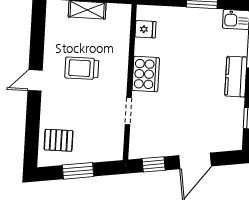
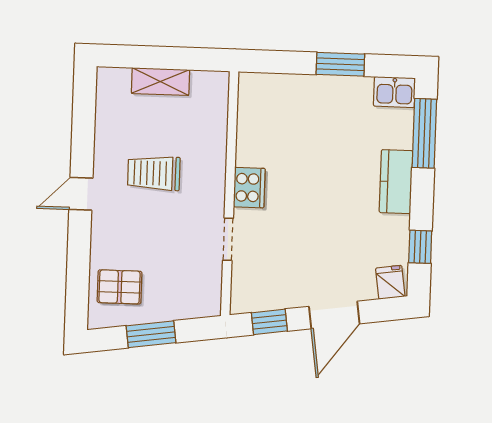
fridge: (145, 29) -> (390, 282), moved, turned -98
cooker: (146, 74) -> (249, 188), width x0.73, depth x0.76

